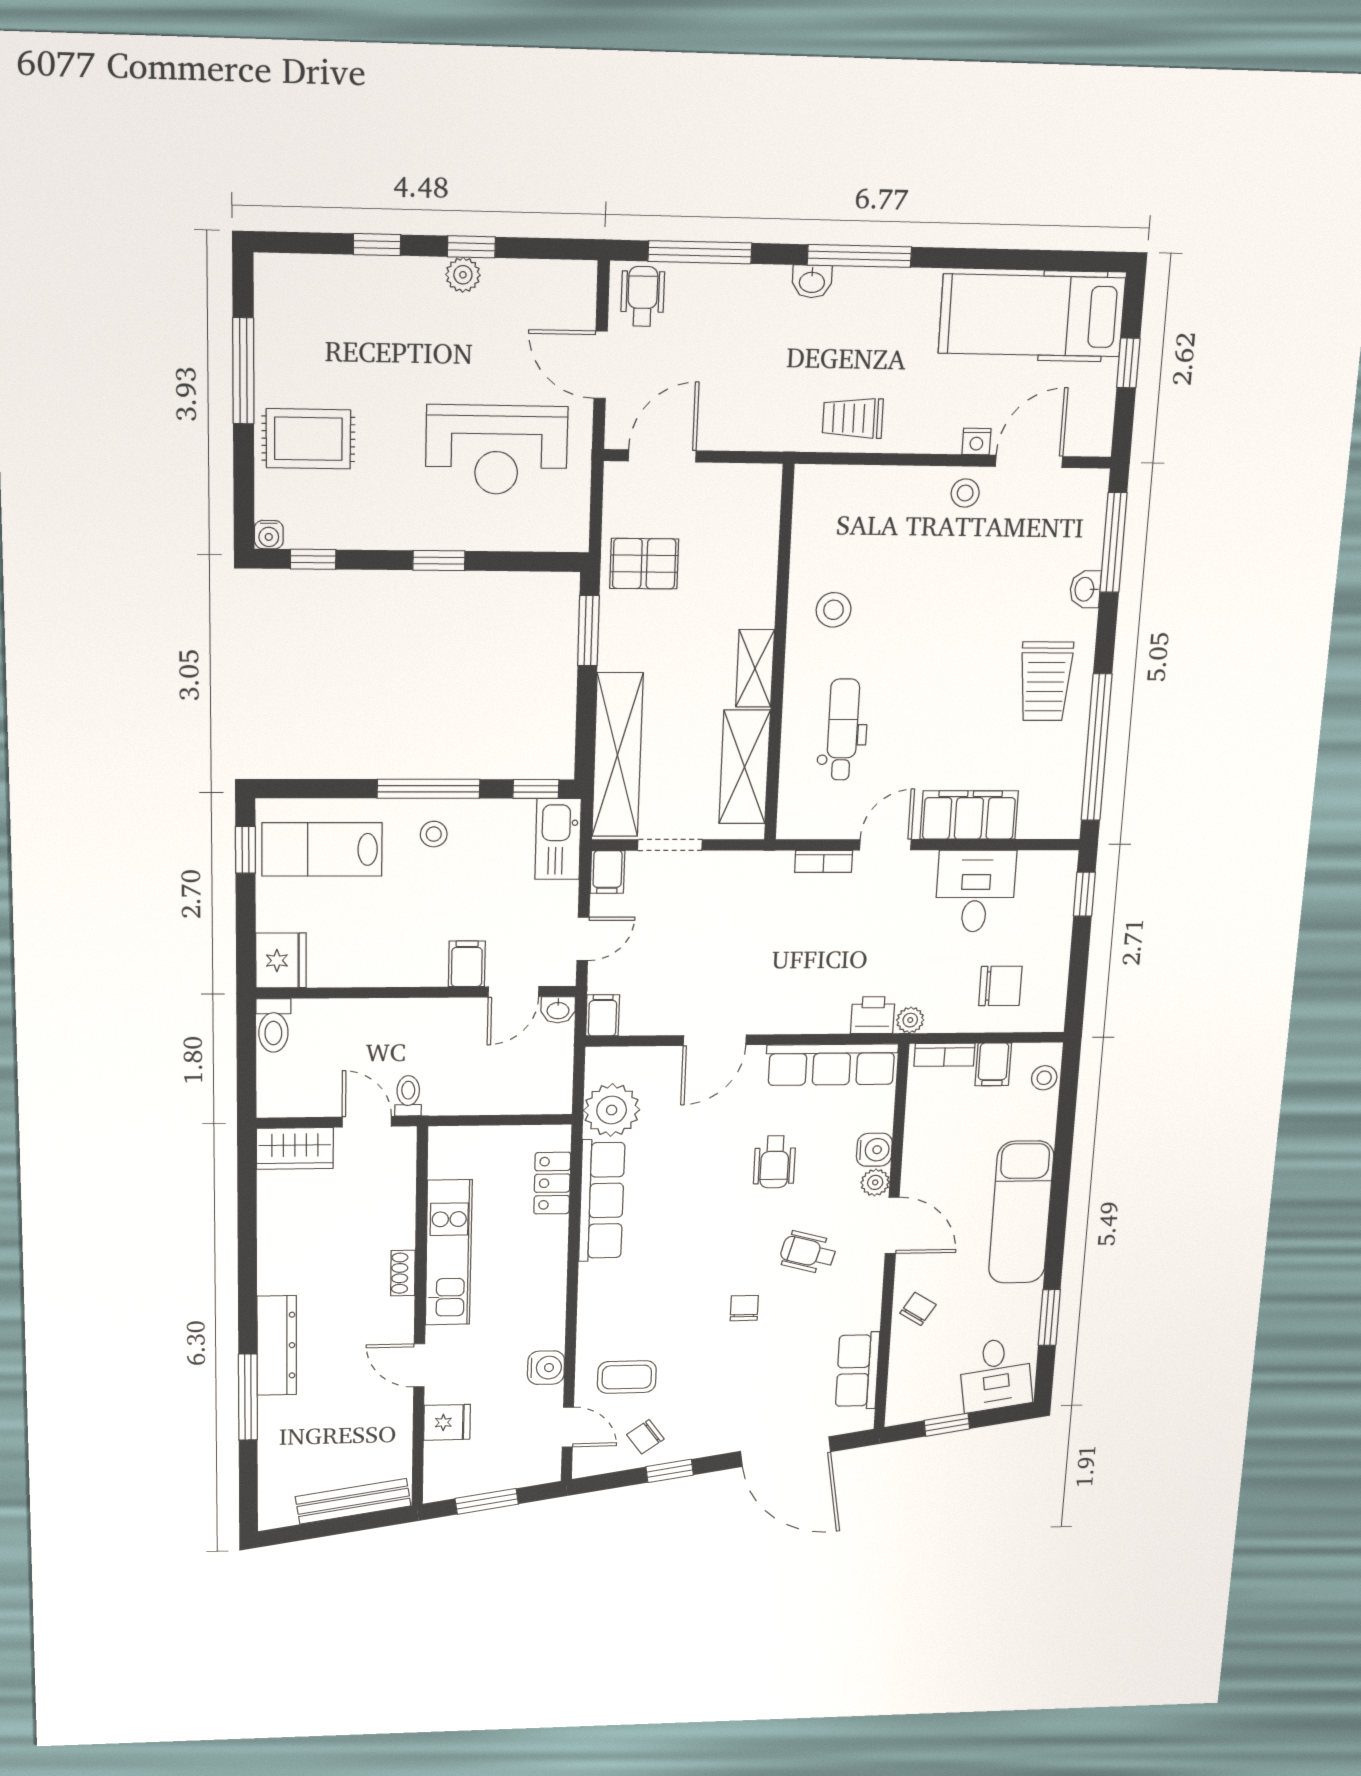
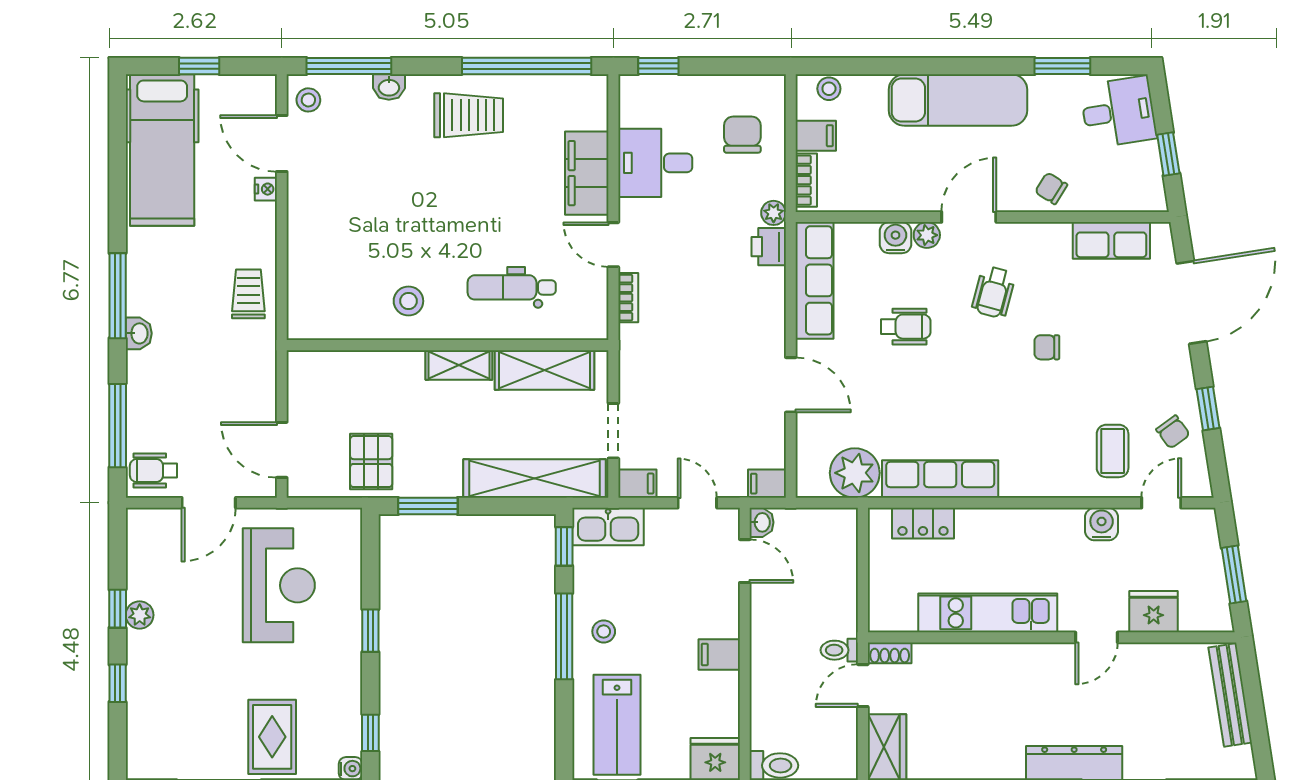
trolley: (853, 418) -> (248, 294), turned 180
stool: (965, 493) -> (308, 100), moved
filing cabinet: (467, 964) -> (719, 654), moved
shoe rack: (403, 1273) -> (890, 653), moved
fridge: (447, 1422) -> (1154, 612), width x1.38

